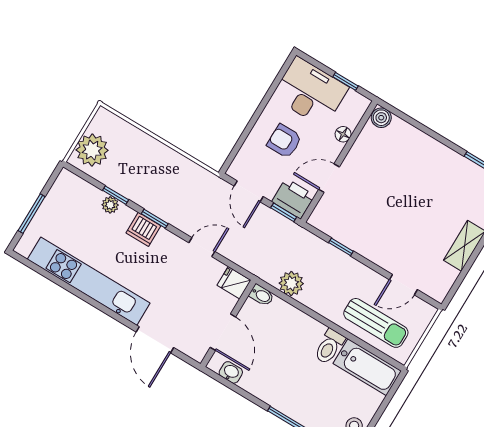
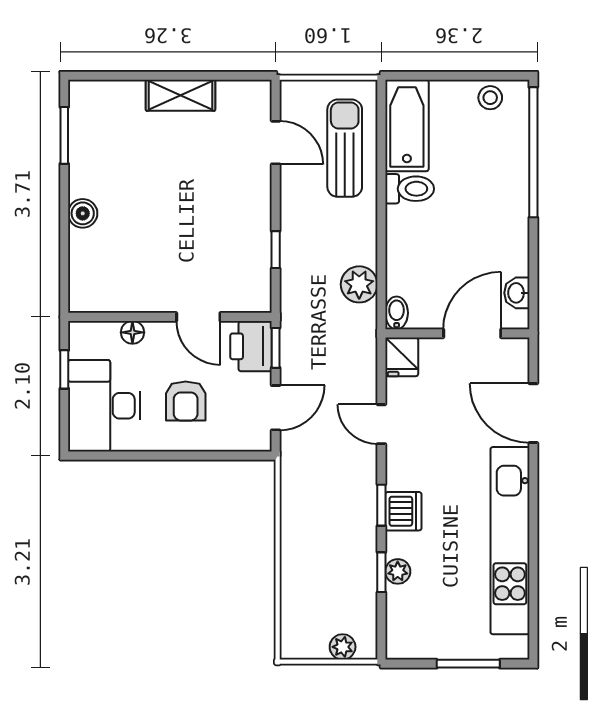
boiler: (381, 118) -> (83, 213), moved
plant: (92, 150) -> (343, 647), width x0.53, depth x0.53
door: (155, 340) -> (533, 413), swing flipped

